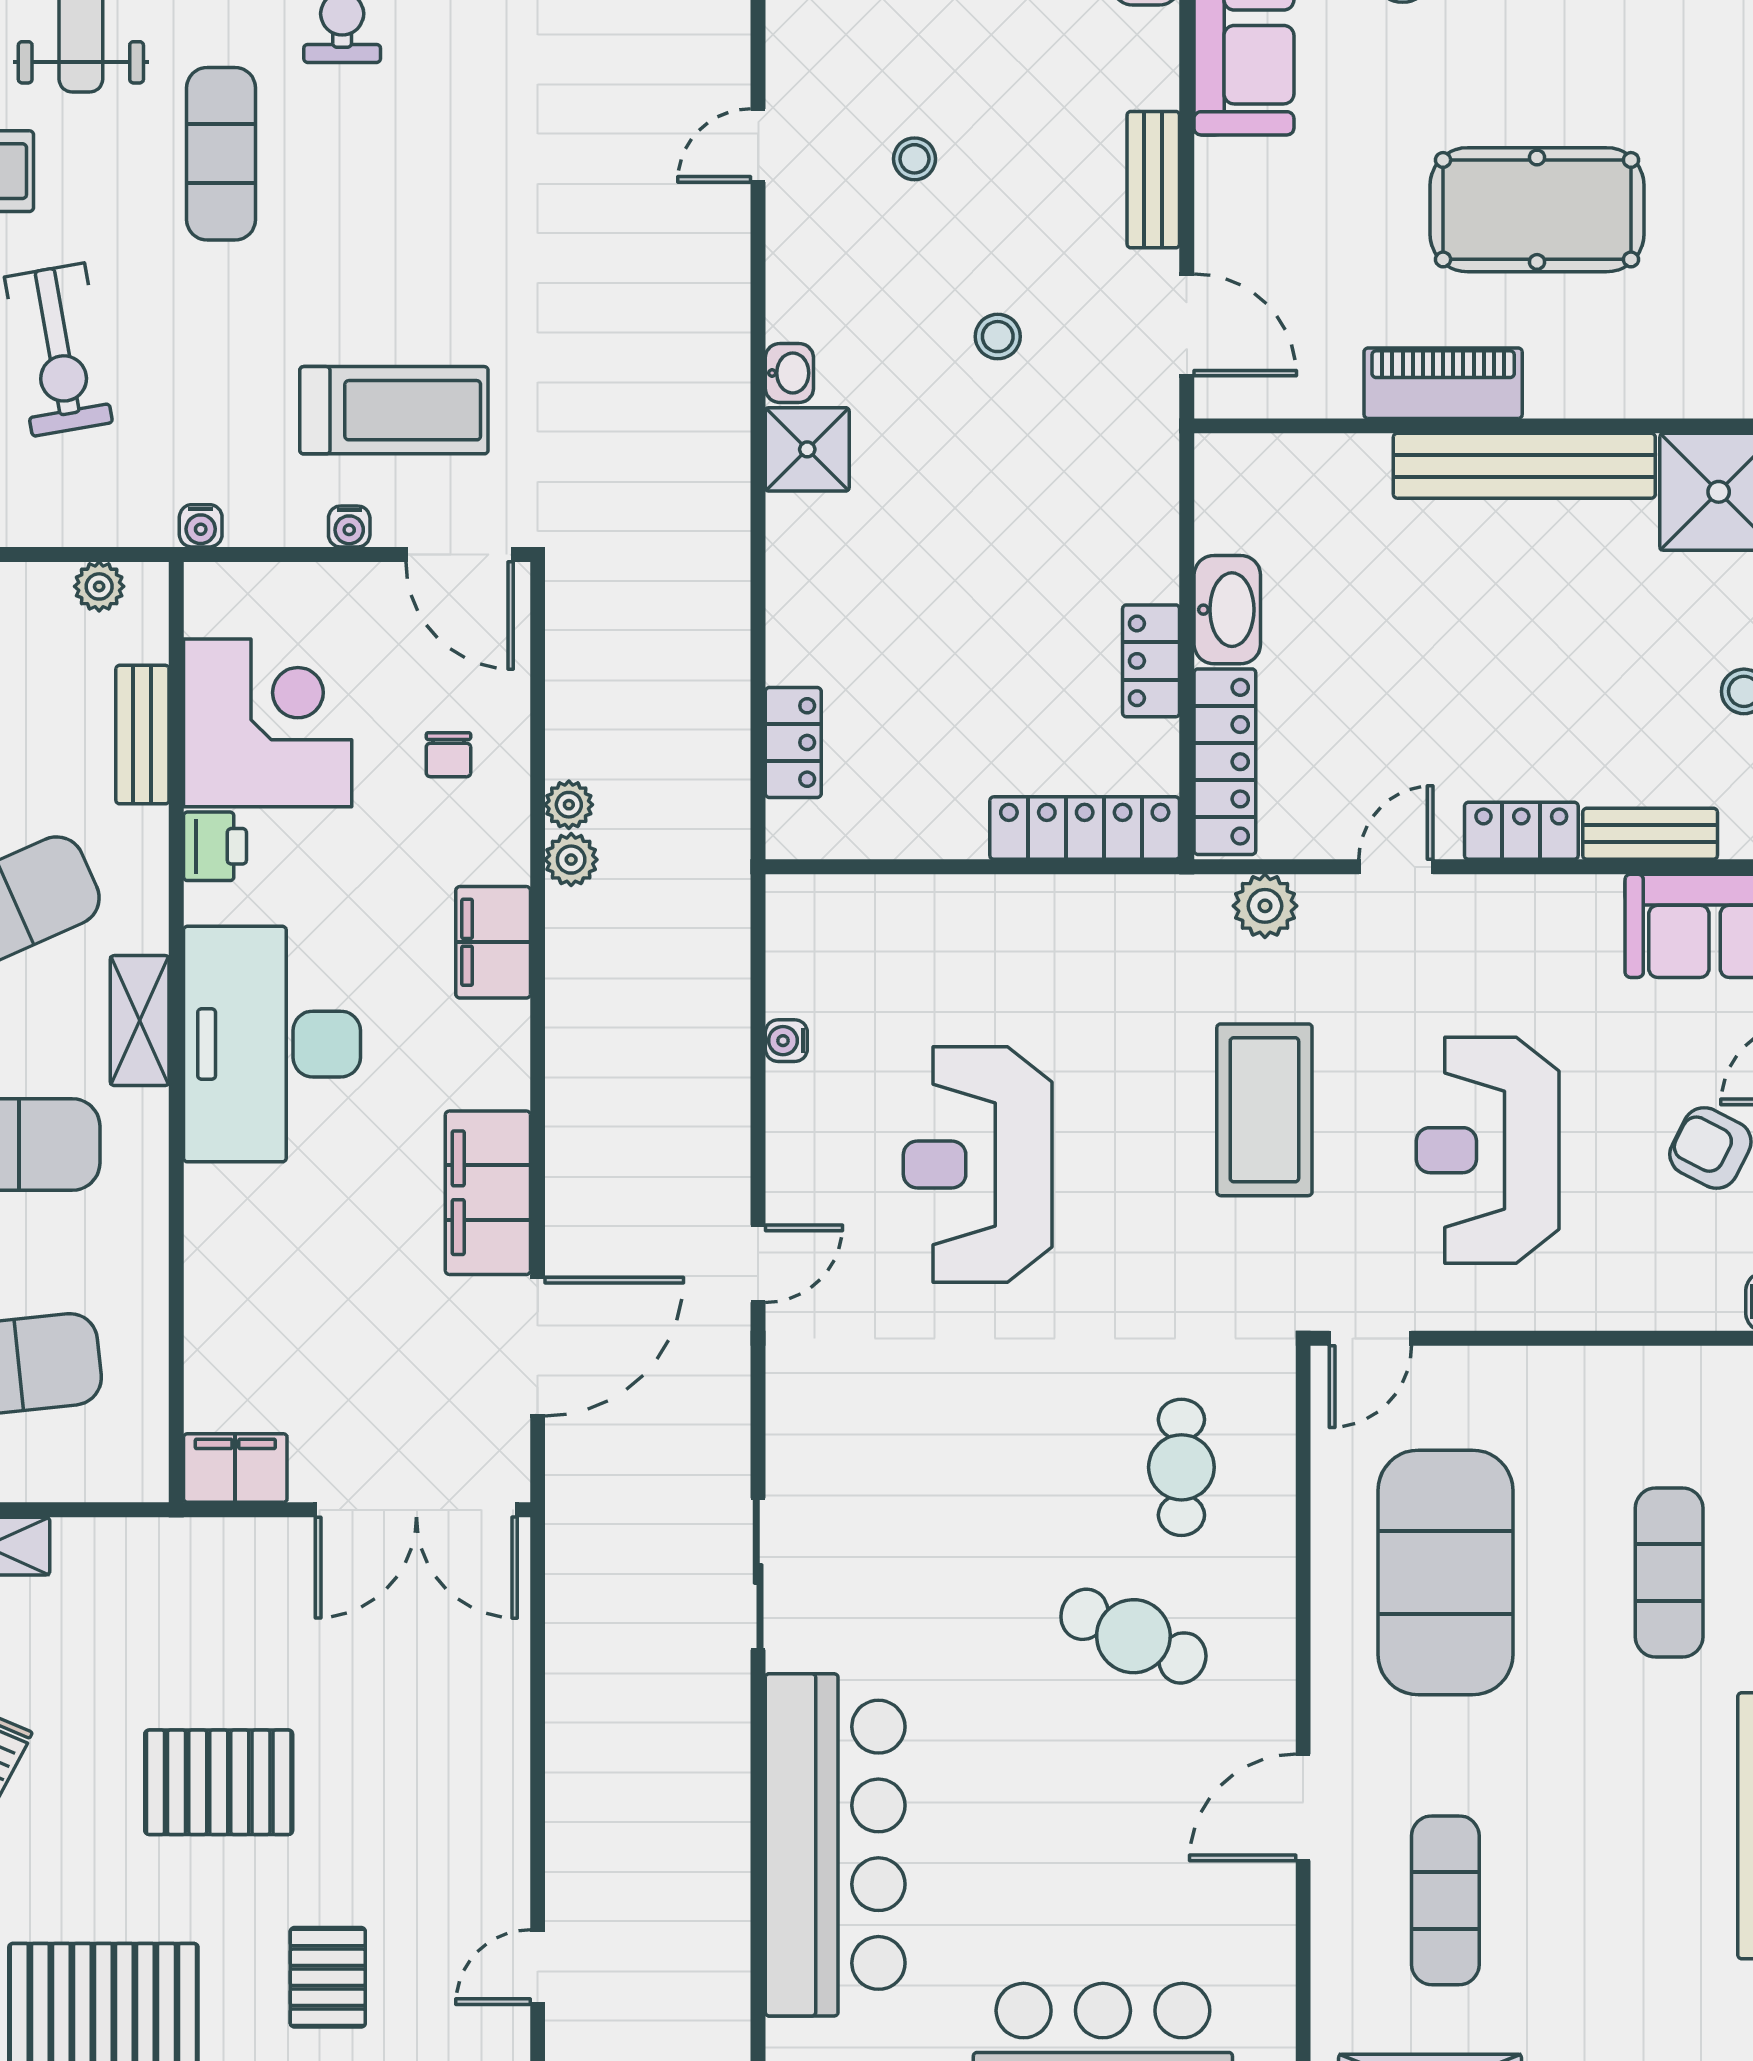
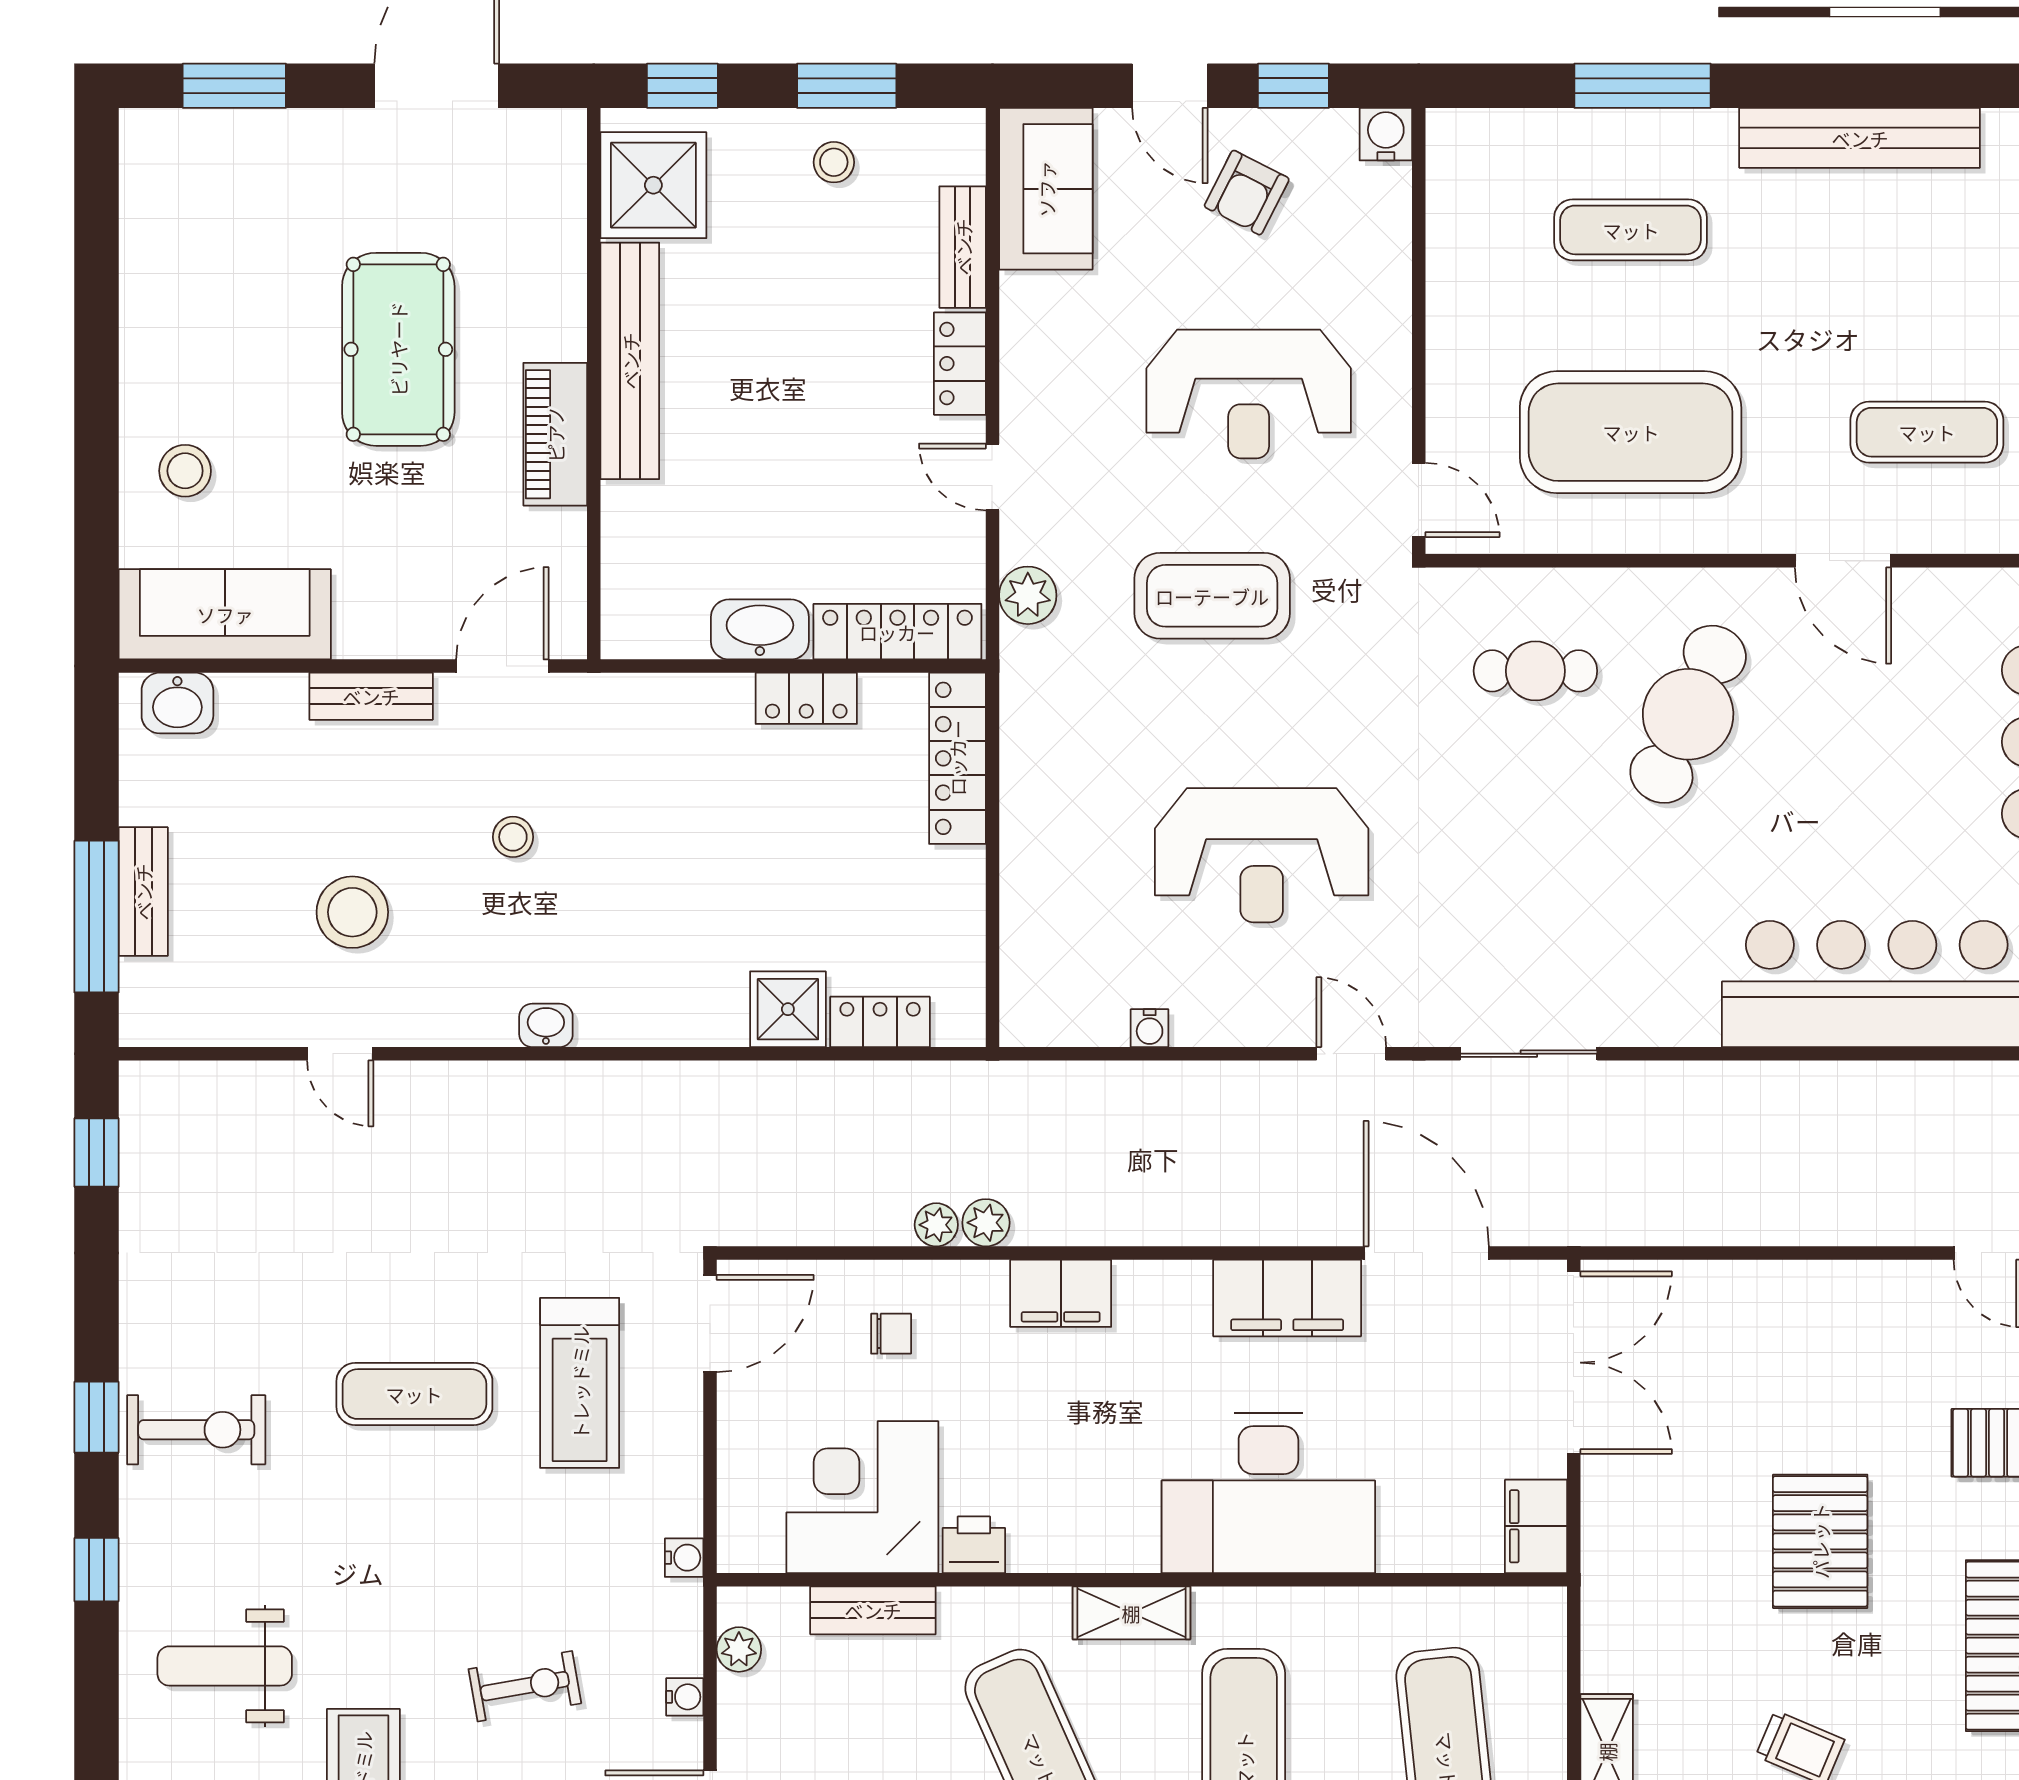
exercise mat: (221, 154) -> (414, 1394), moved
stool: (915, 159) -> (352, 912), width x1.89, depth x1.89
exercise bike: (59, 350) -> (525, 1686), width x0.73, depth x0.72
treadmill: (394, 410) -> (580, 1383), turned 180
shower: (807, 449) -> (788, 1009), moved
water cooler: (349, 526) -> (685, 1697), moved
desk: (272, 1044) -> (1268, 1493), moved
sliding door: (758, 1574) -> (1529, 1054), moved
cafe table: (1133, 1636) -> (1688, 714), width x1.37, depth x1.35

